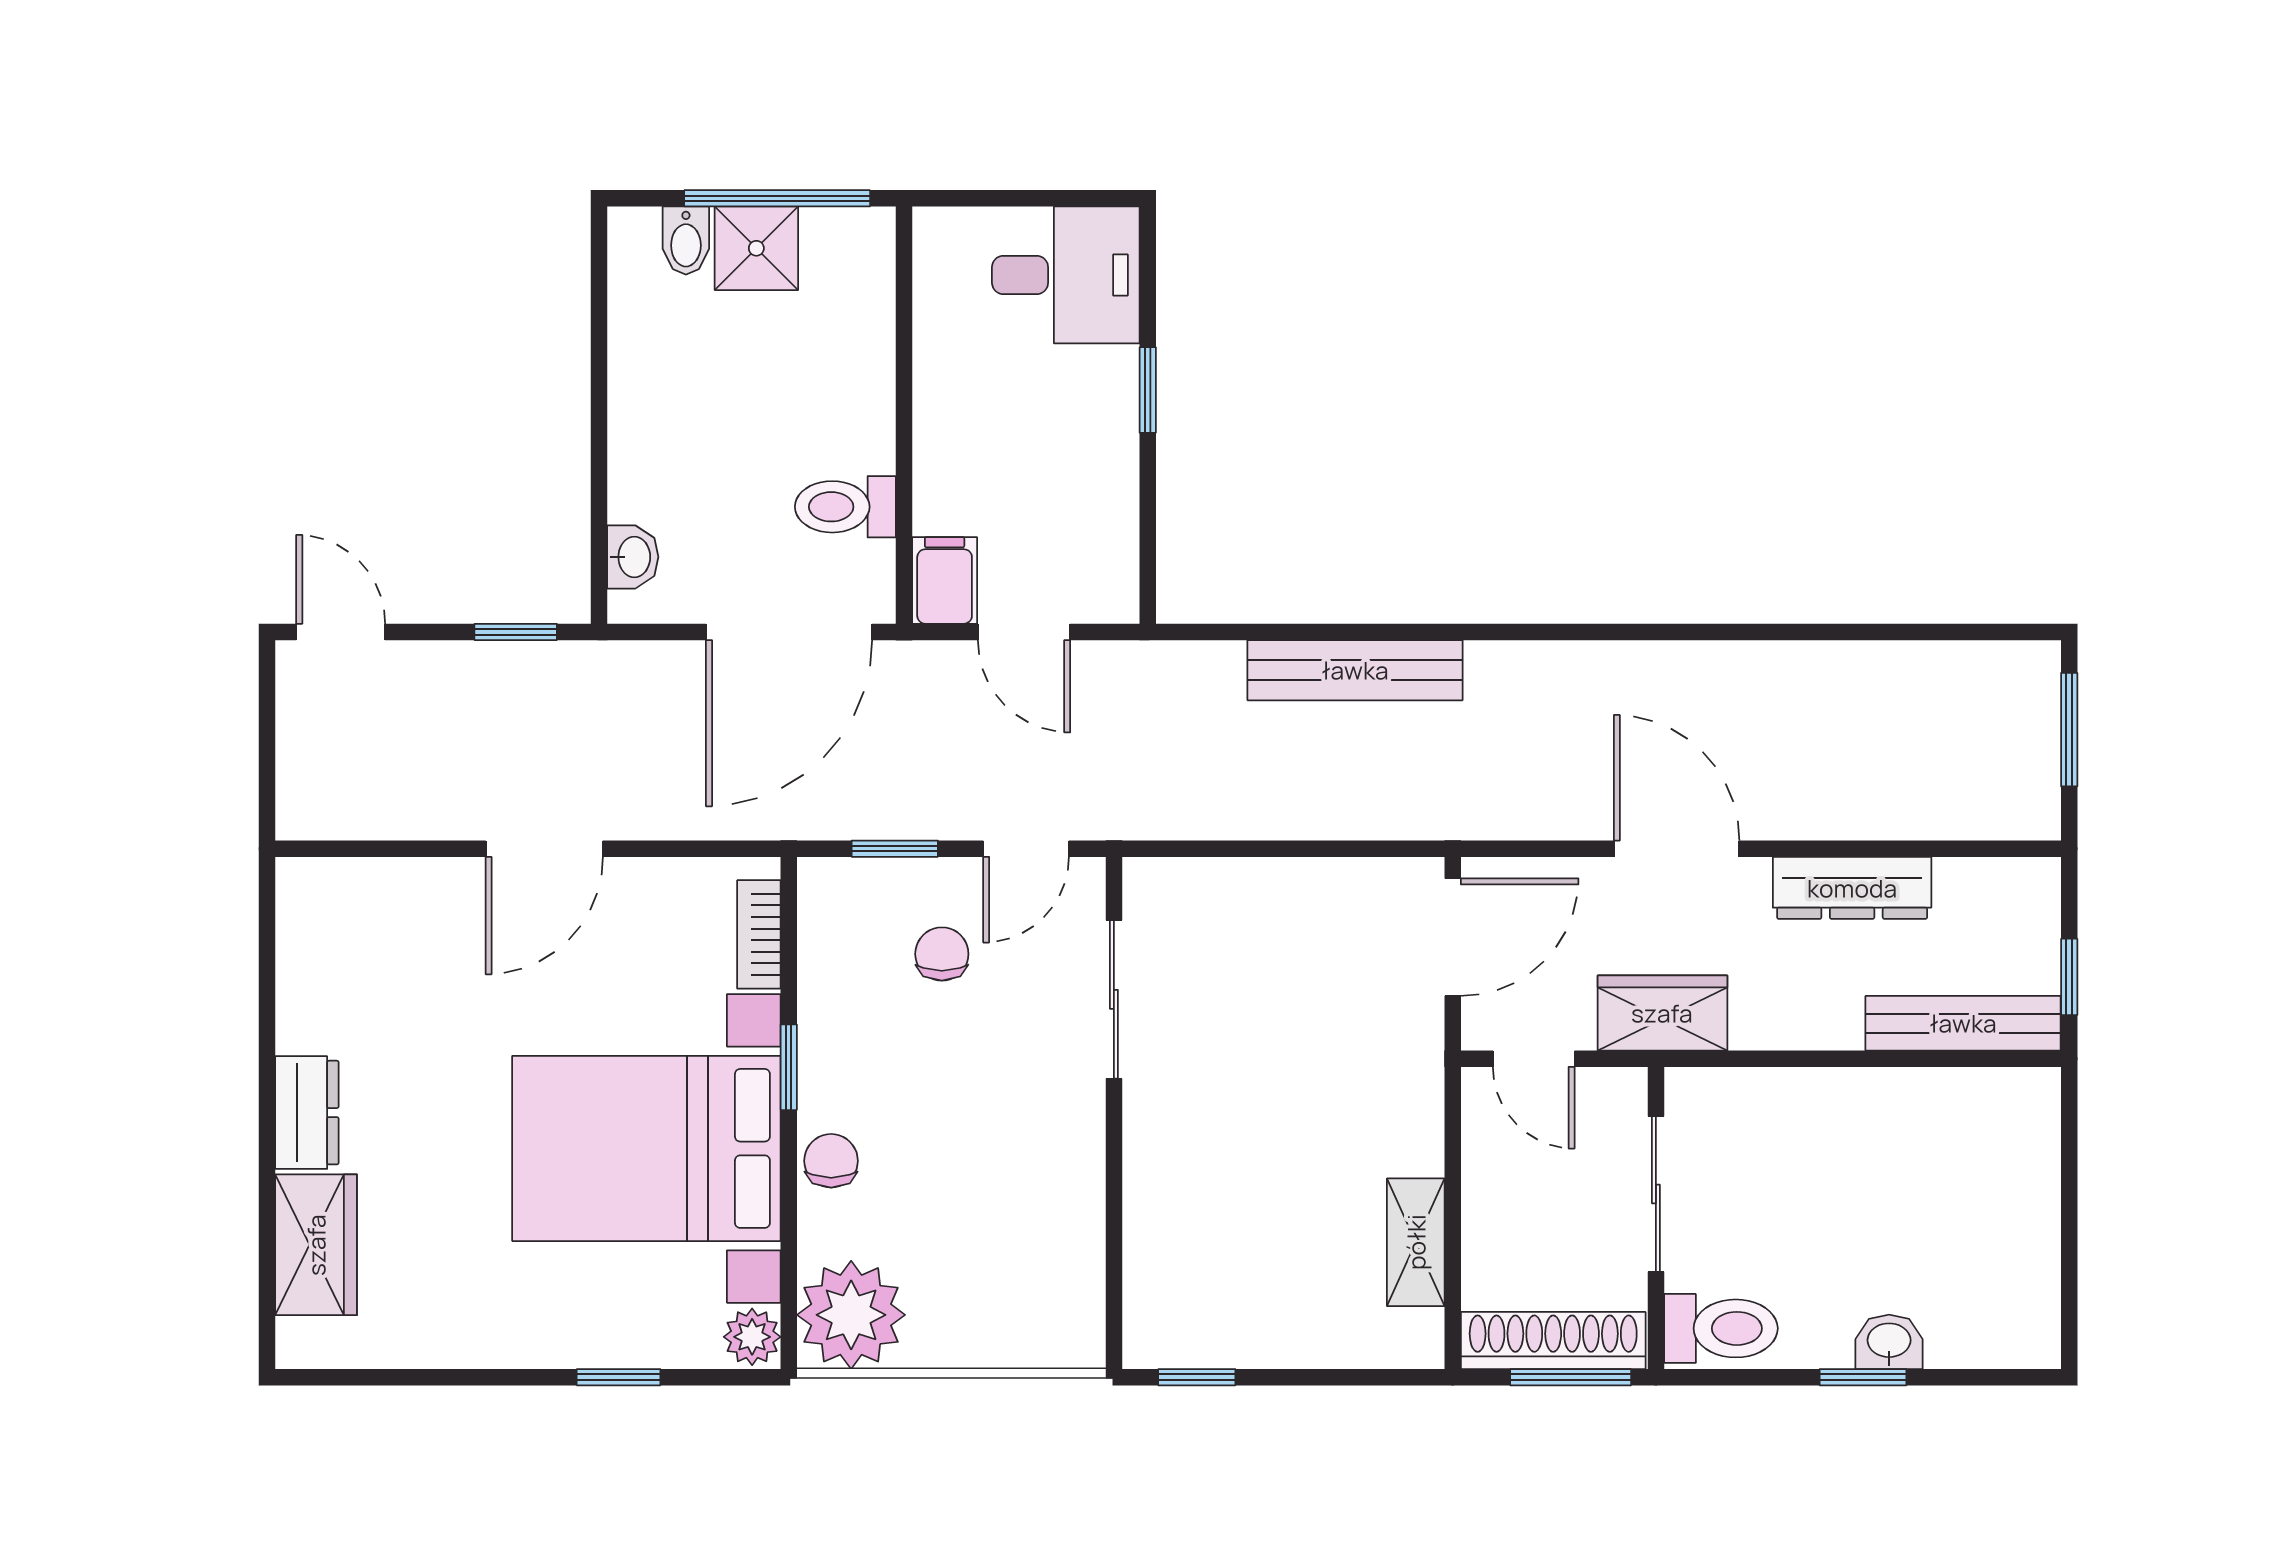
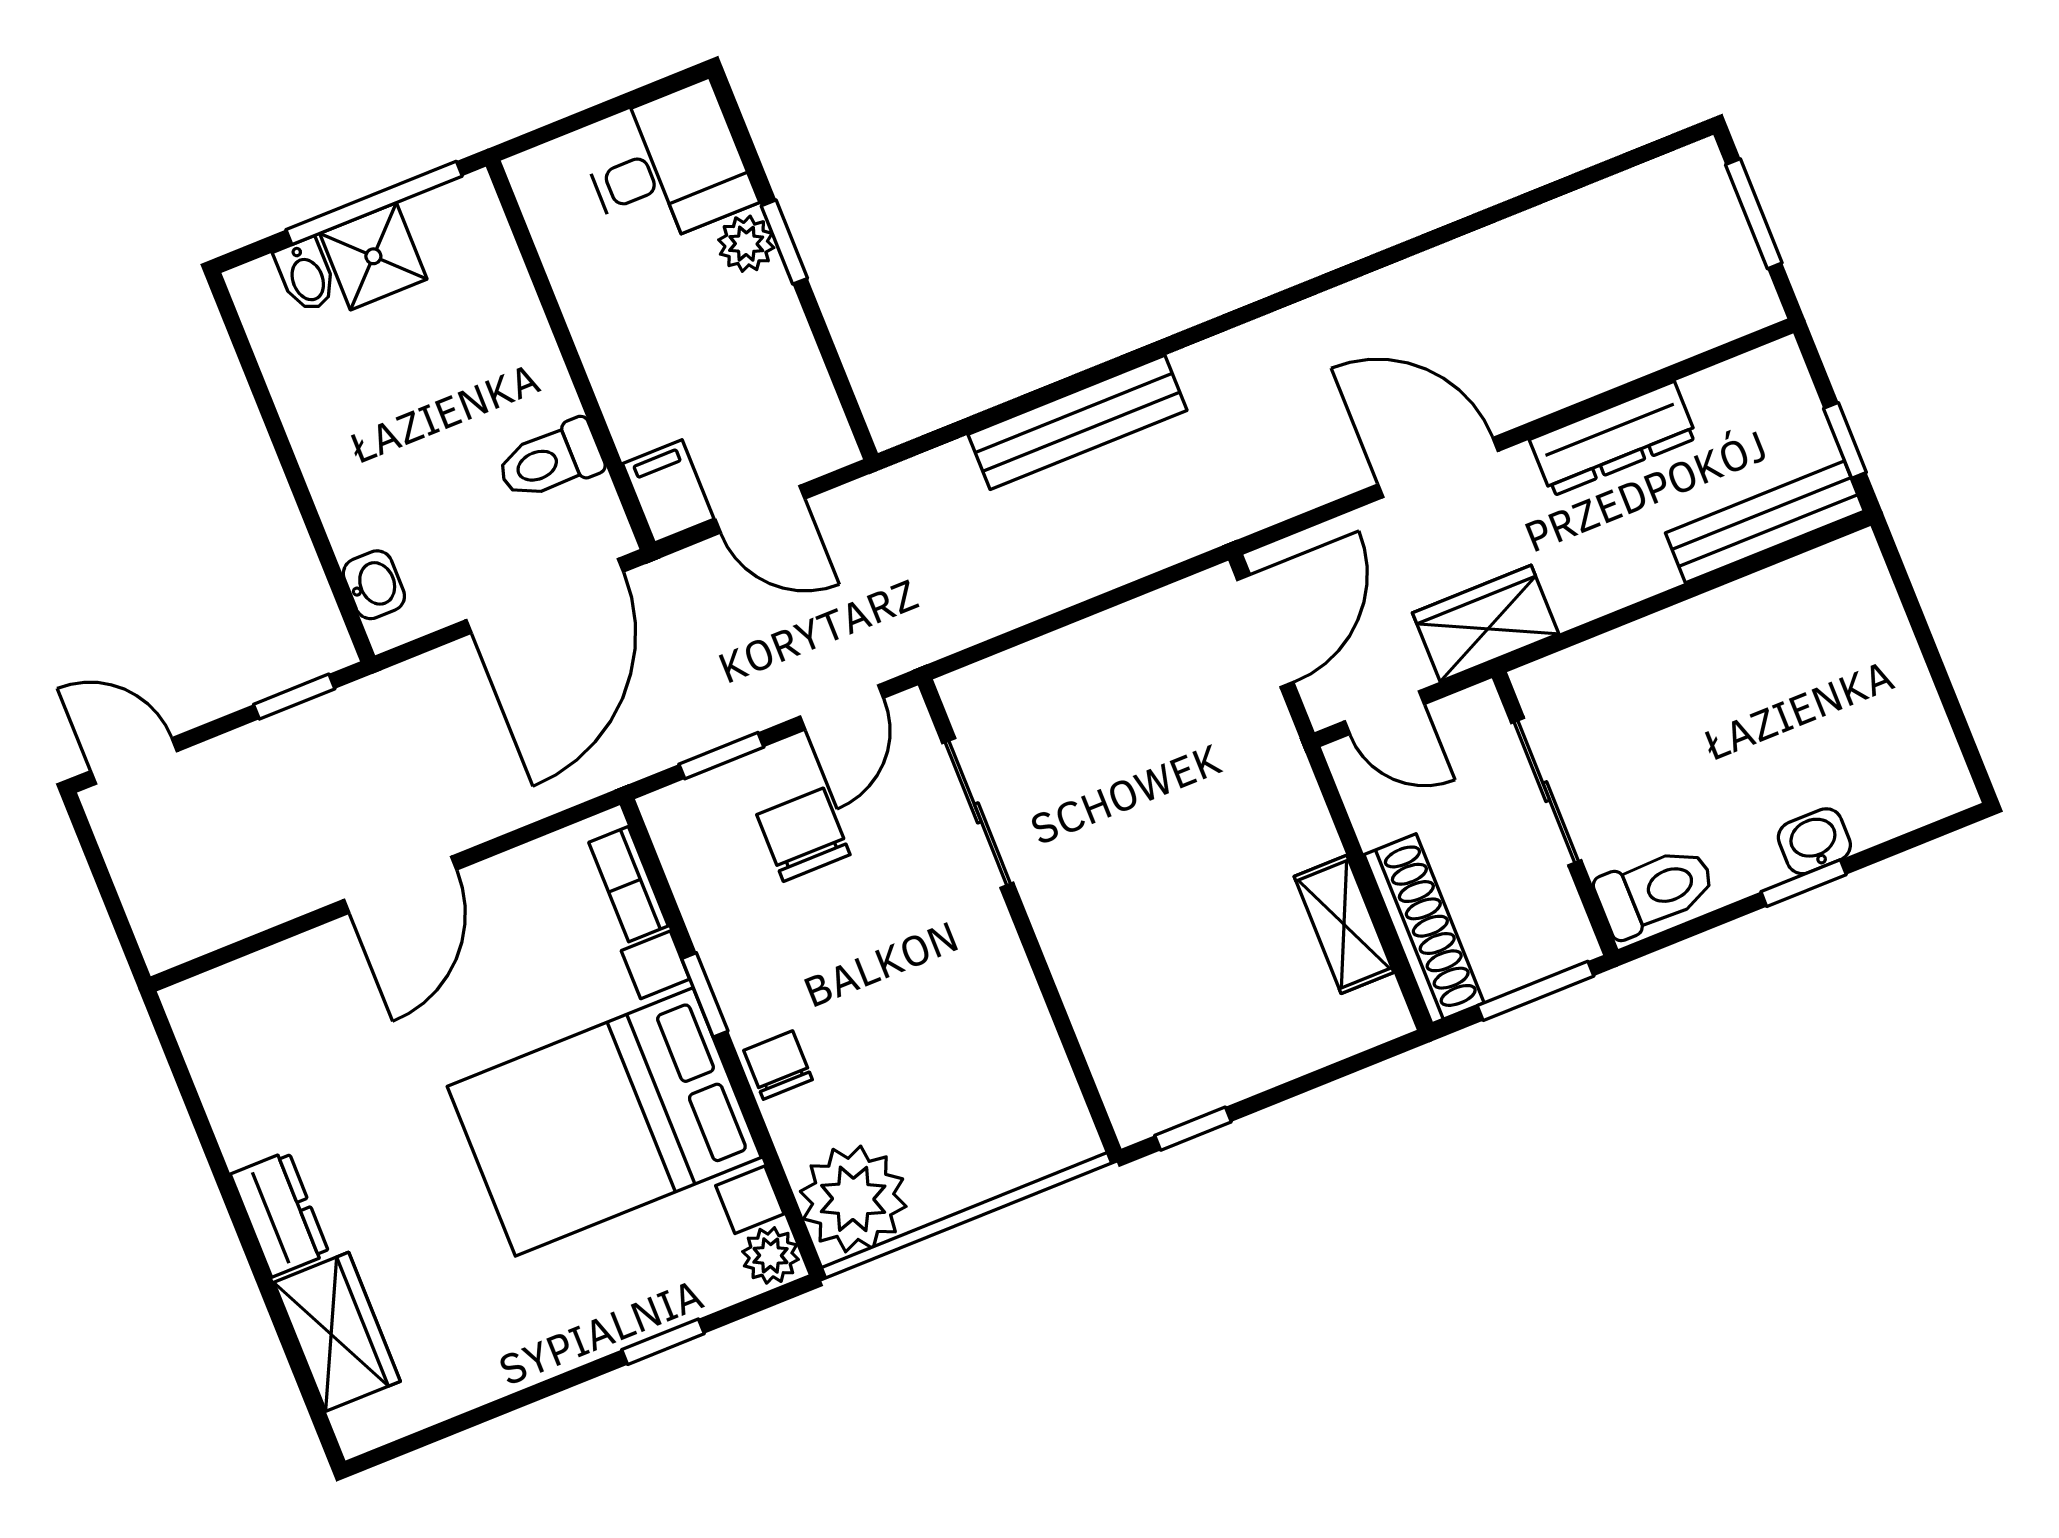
plant: (1111, 377) -> (746, 244), added
chair: (942, 954) -> (803, 835), width x1.37, depth x1.37
shoe rack: (1553, 1340) -> (1424, 929), moved, turned 90

